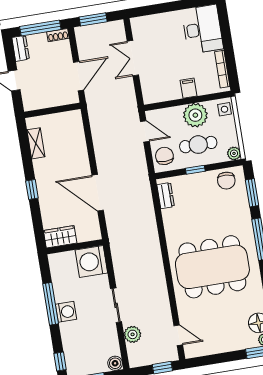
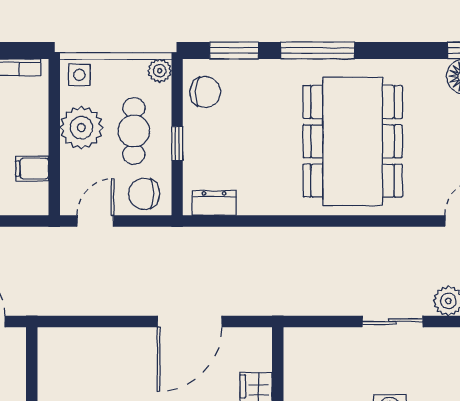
filing cabinet: (189, 88) -> (32, 169), moved
washing machine: (91, 261) -> (308, 352), removed

